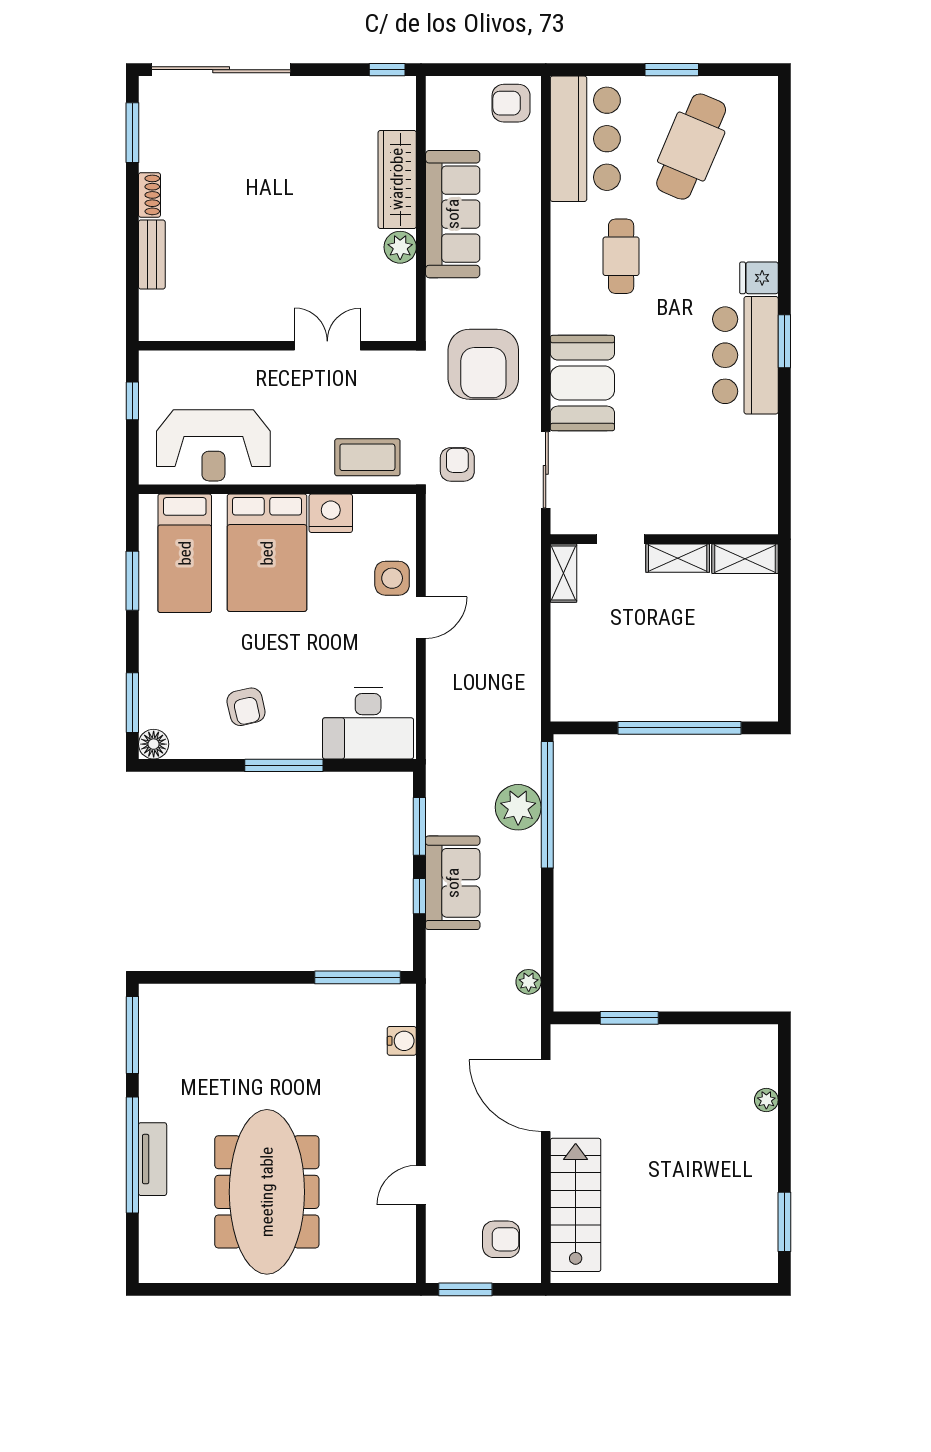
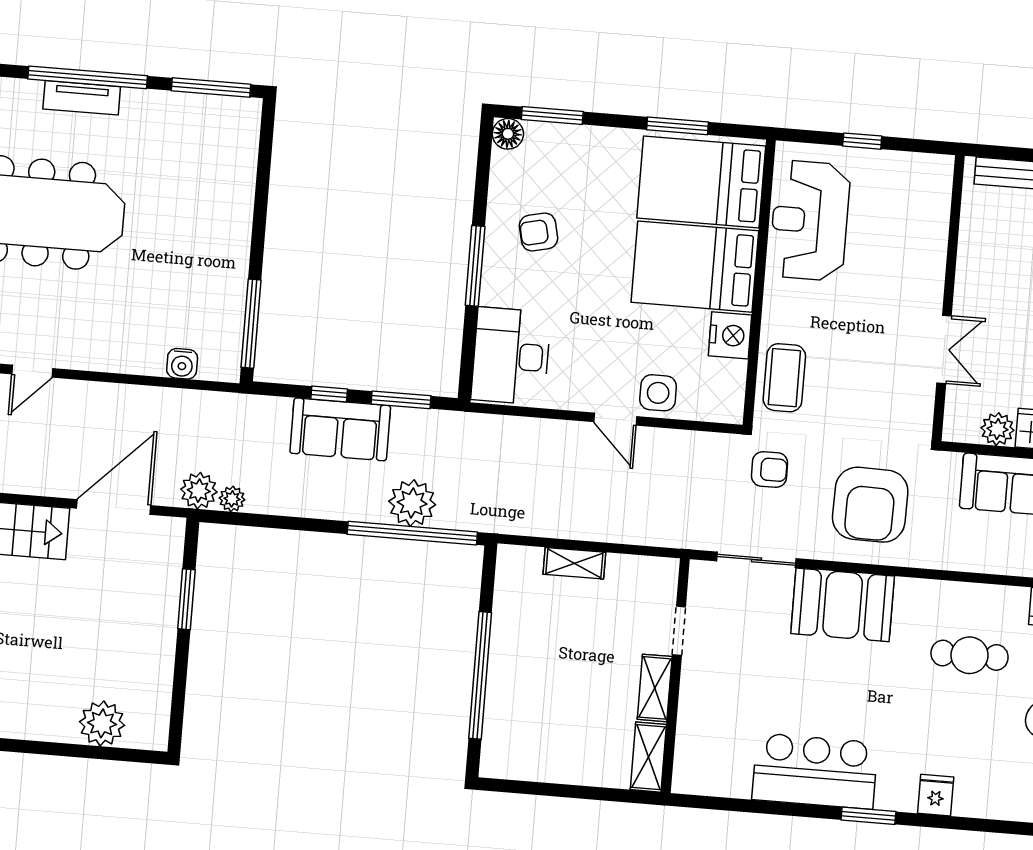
wall: (277, 346) -> (948, 298), moved
double door: (327, 346) -> (944, 349), moved
bar counter: (745, 355) -> (815, 771), moved
armchair: (483, 364) -> (870, 505), turned -89
bed: (185, 553) -> (701, 182), width x1.50
shelving: (564, 573) -> (574, 563), moved
plant: (523, 1015) -> (199, 491), added
plant: (766, 1100) -> (102, 723), width x1.88, depth x1.88
door: (421, 1185) -> (32, 371), swing flipped

